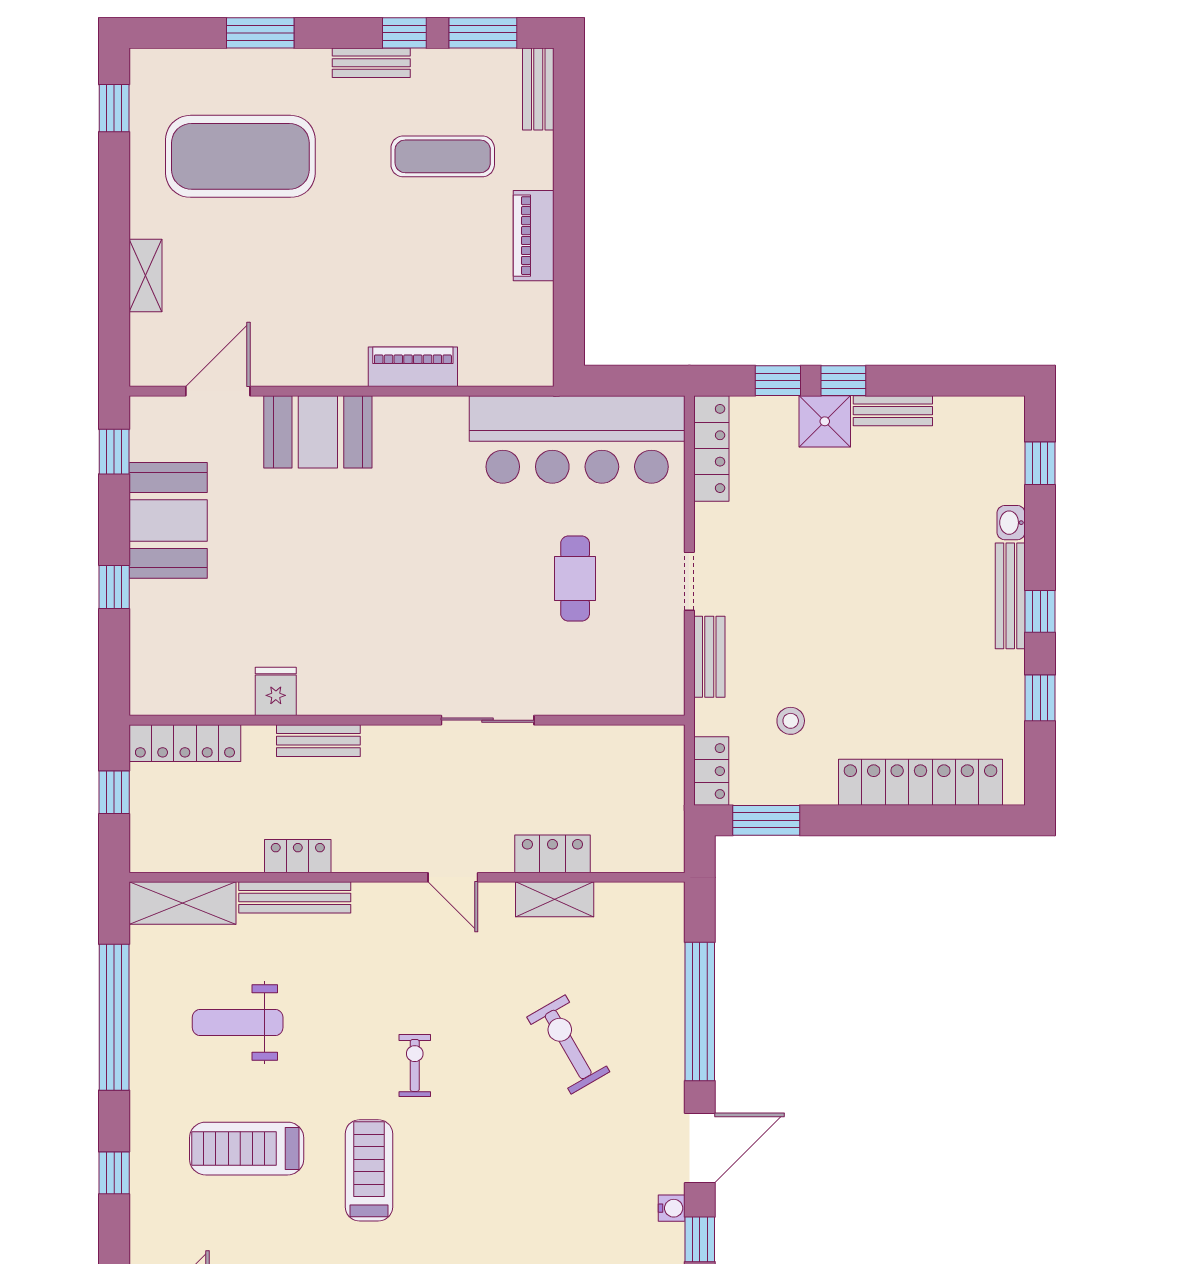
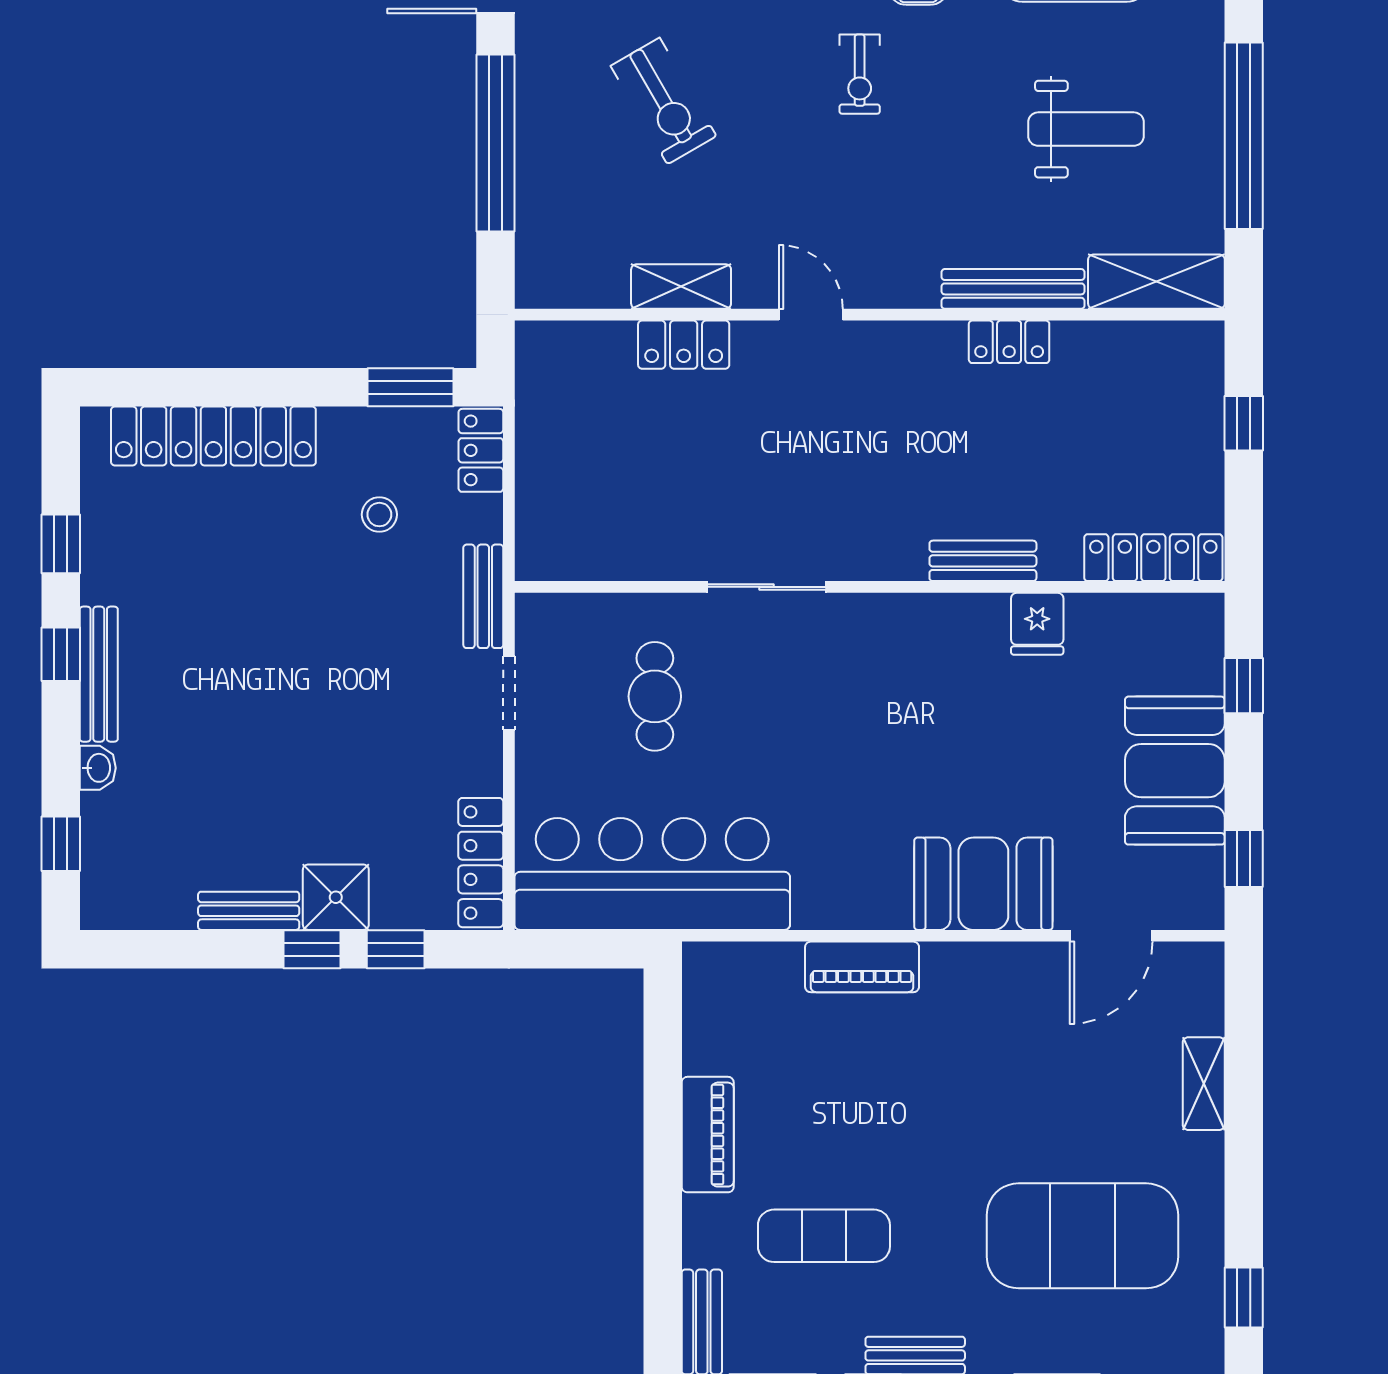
fridge: (276, 691) -> (1037, 624), moved
wall: (407, 720) -> (870, 587), moved
sliding door: (488, 720) -> (767, 587), moved
bench: (318, 741) -> (983, 561), moved
locker: (185, 743) -> (1153, 558), moved

